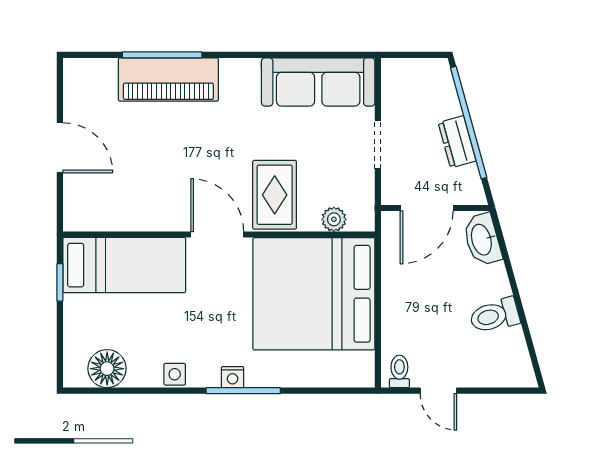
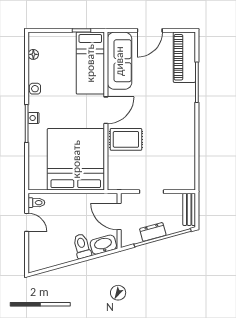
bench: (413, 70) -> (189, 209), added
piano: (168, 80) -> (184, 57), moved
sofa: (318, 82) -> (119, 61), moved, turned 180
plant: (334, 219) -> (113, 169), removed
toilet: (494, 316) -> (82, 246), moved
floor lamp: (107, 369) -> (33, 54), width x0.53, depth x0.53
door: (438, 391) -> (27, 222), swing flipped

